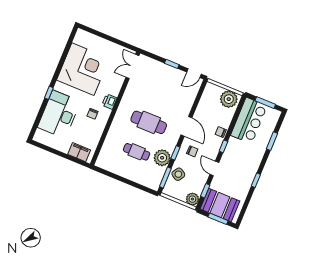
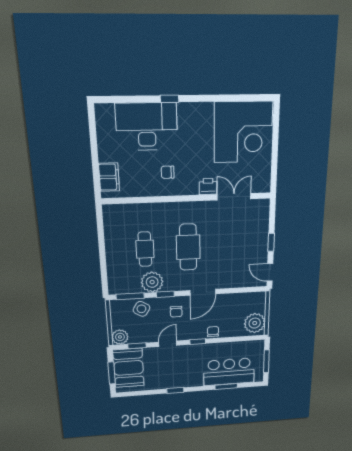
double door: (132, 66) -> (234, 197), moved
corner desk: (83, 69) -> (243, 132), moved
printer: (109, 102) -> (208, 187), moved
bar counter: (249, 121) -> (229, 372), moved, turned 180

